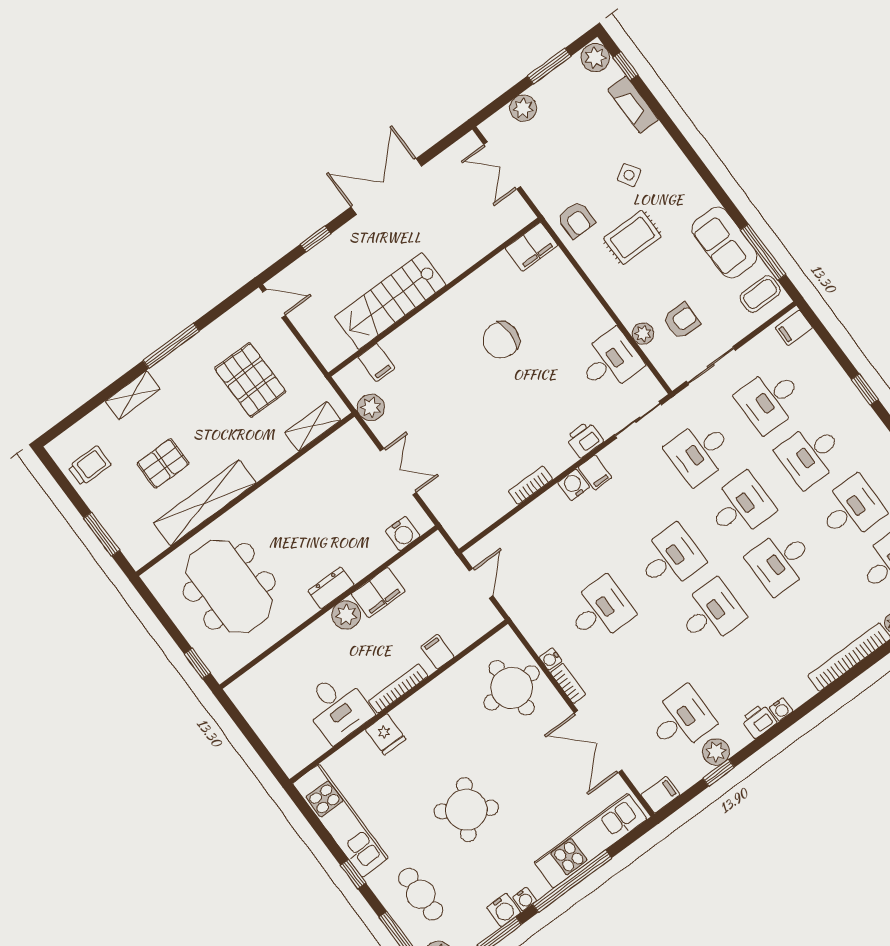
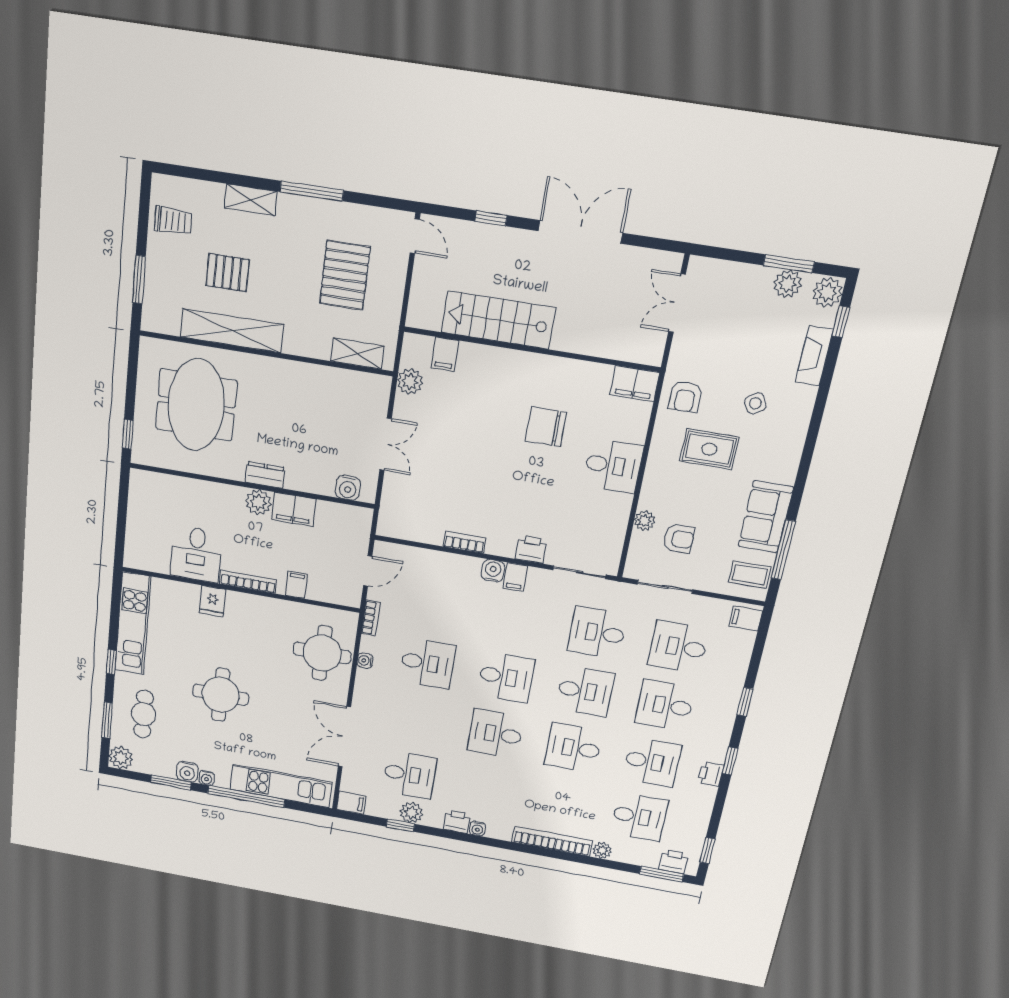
plant: (523, 108) -> (788, 284), moved
desk: (610, 361) -> (613, 466), moved
desk: (711, 613) -> (496, 734), turned 180
bookcase: (568, 683) -> (371, 618), moved
round table: (466, 810) -> (221, 695), turned -32

